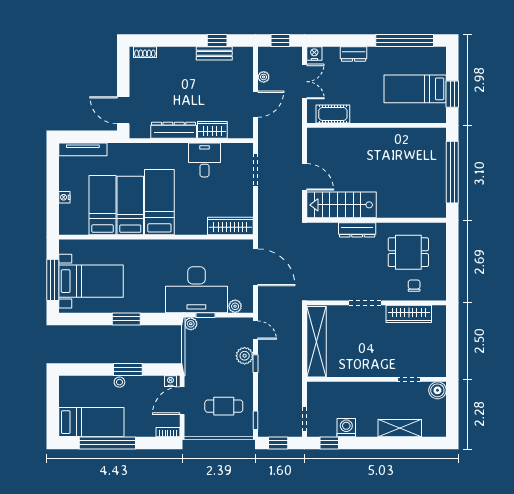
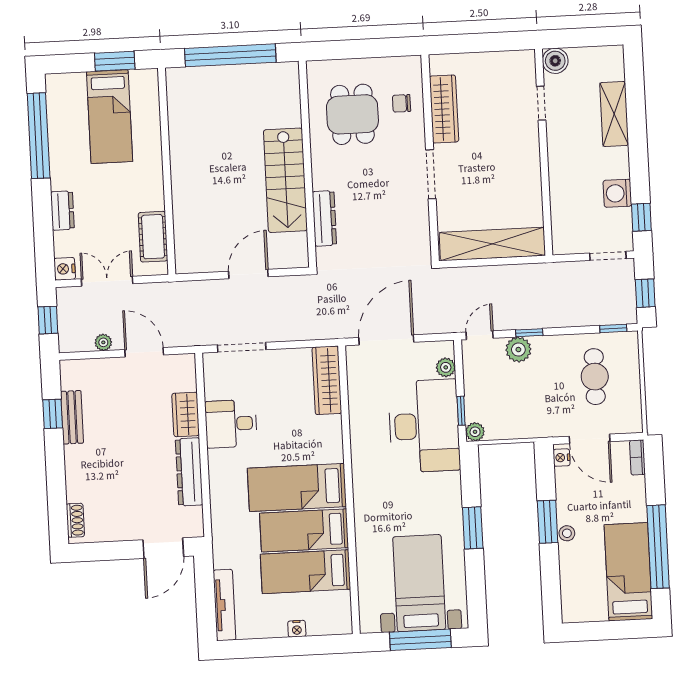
stairs: (341, 205) -> (285, 180), moved
dresser: (357, 230) -> (324, 218), moved

